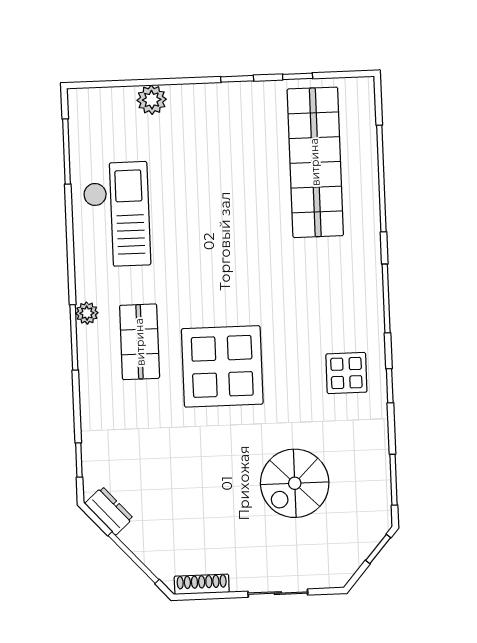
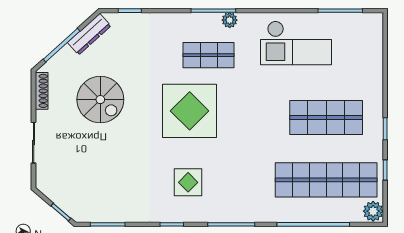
plant: (152, 100) -> (373, 211), moved
shop shelf: (224, 166) -> (326, 117), added
display table: (346, 373) -> (188, 182), moved
spiral stairs: (295, 483) -> (100, 100), moved, turned 180
dresser: (109, 511) -> (89, 34), width x1.44

